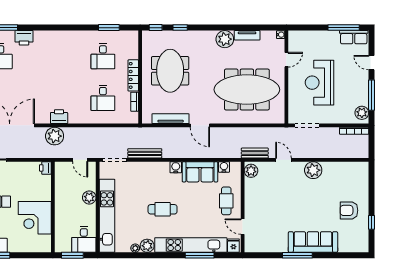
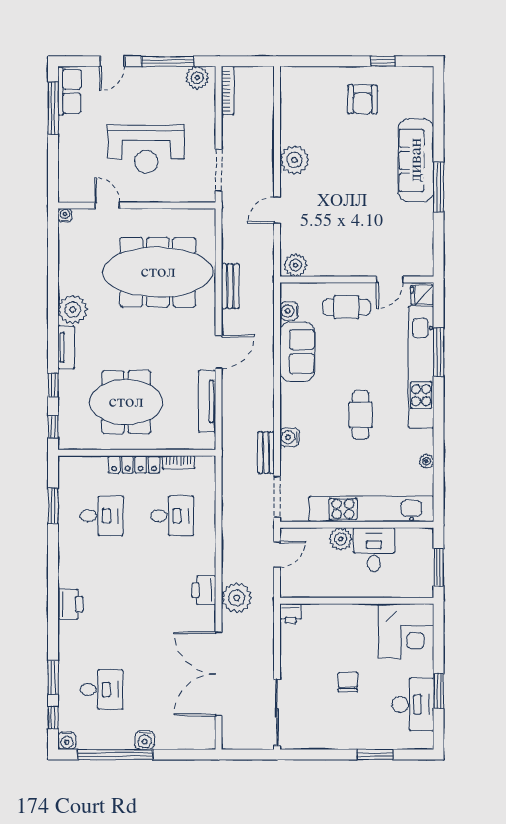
tv unit: (247, 35) -> (66, 347), moved
printer: (24, 38) -> (70, 604), moved
meeting table: (247, 90) -> (158, 272), turned 90
bench: (145, 153) -> (266, 453), width x0.73
bench: (255, 153) -> (230, 286), moved
water cooler: (176, 167) -> (289, 437), moved
corner desk: (35, 218) -> (406, 631), moved
desk: (84, 239) -> (374, 550), moved, turned -90
plant: (147, 246) -> (422, 441), removed

